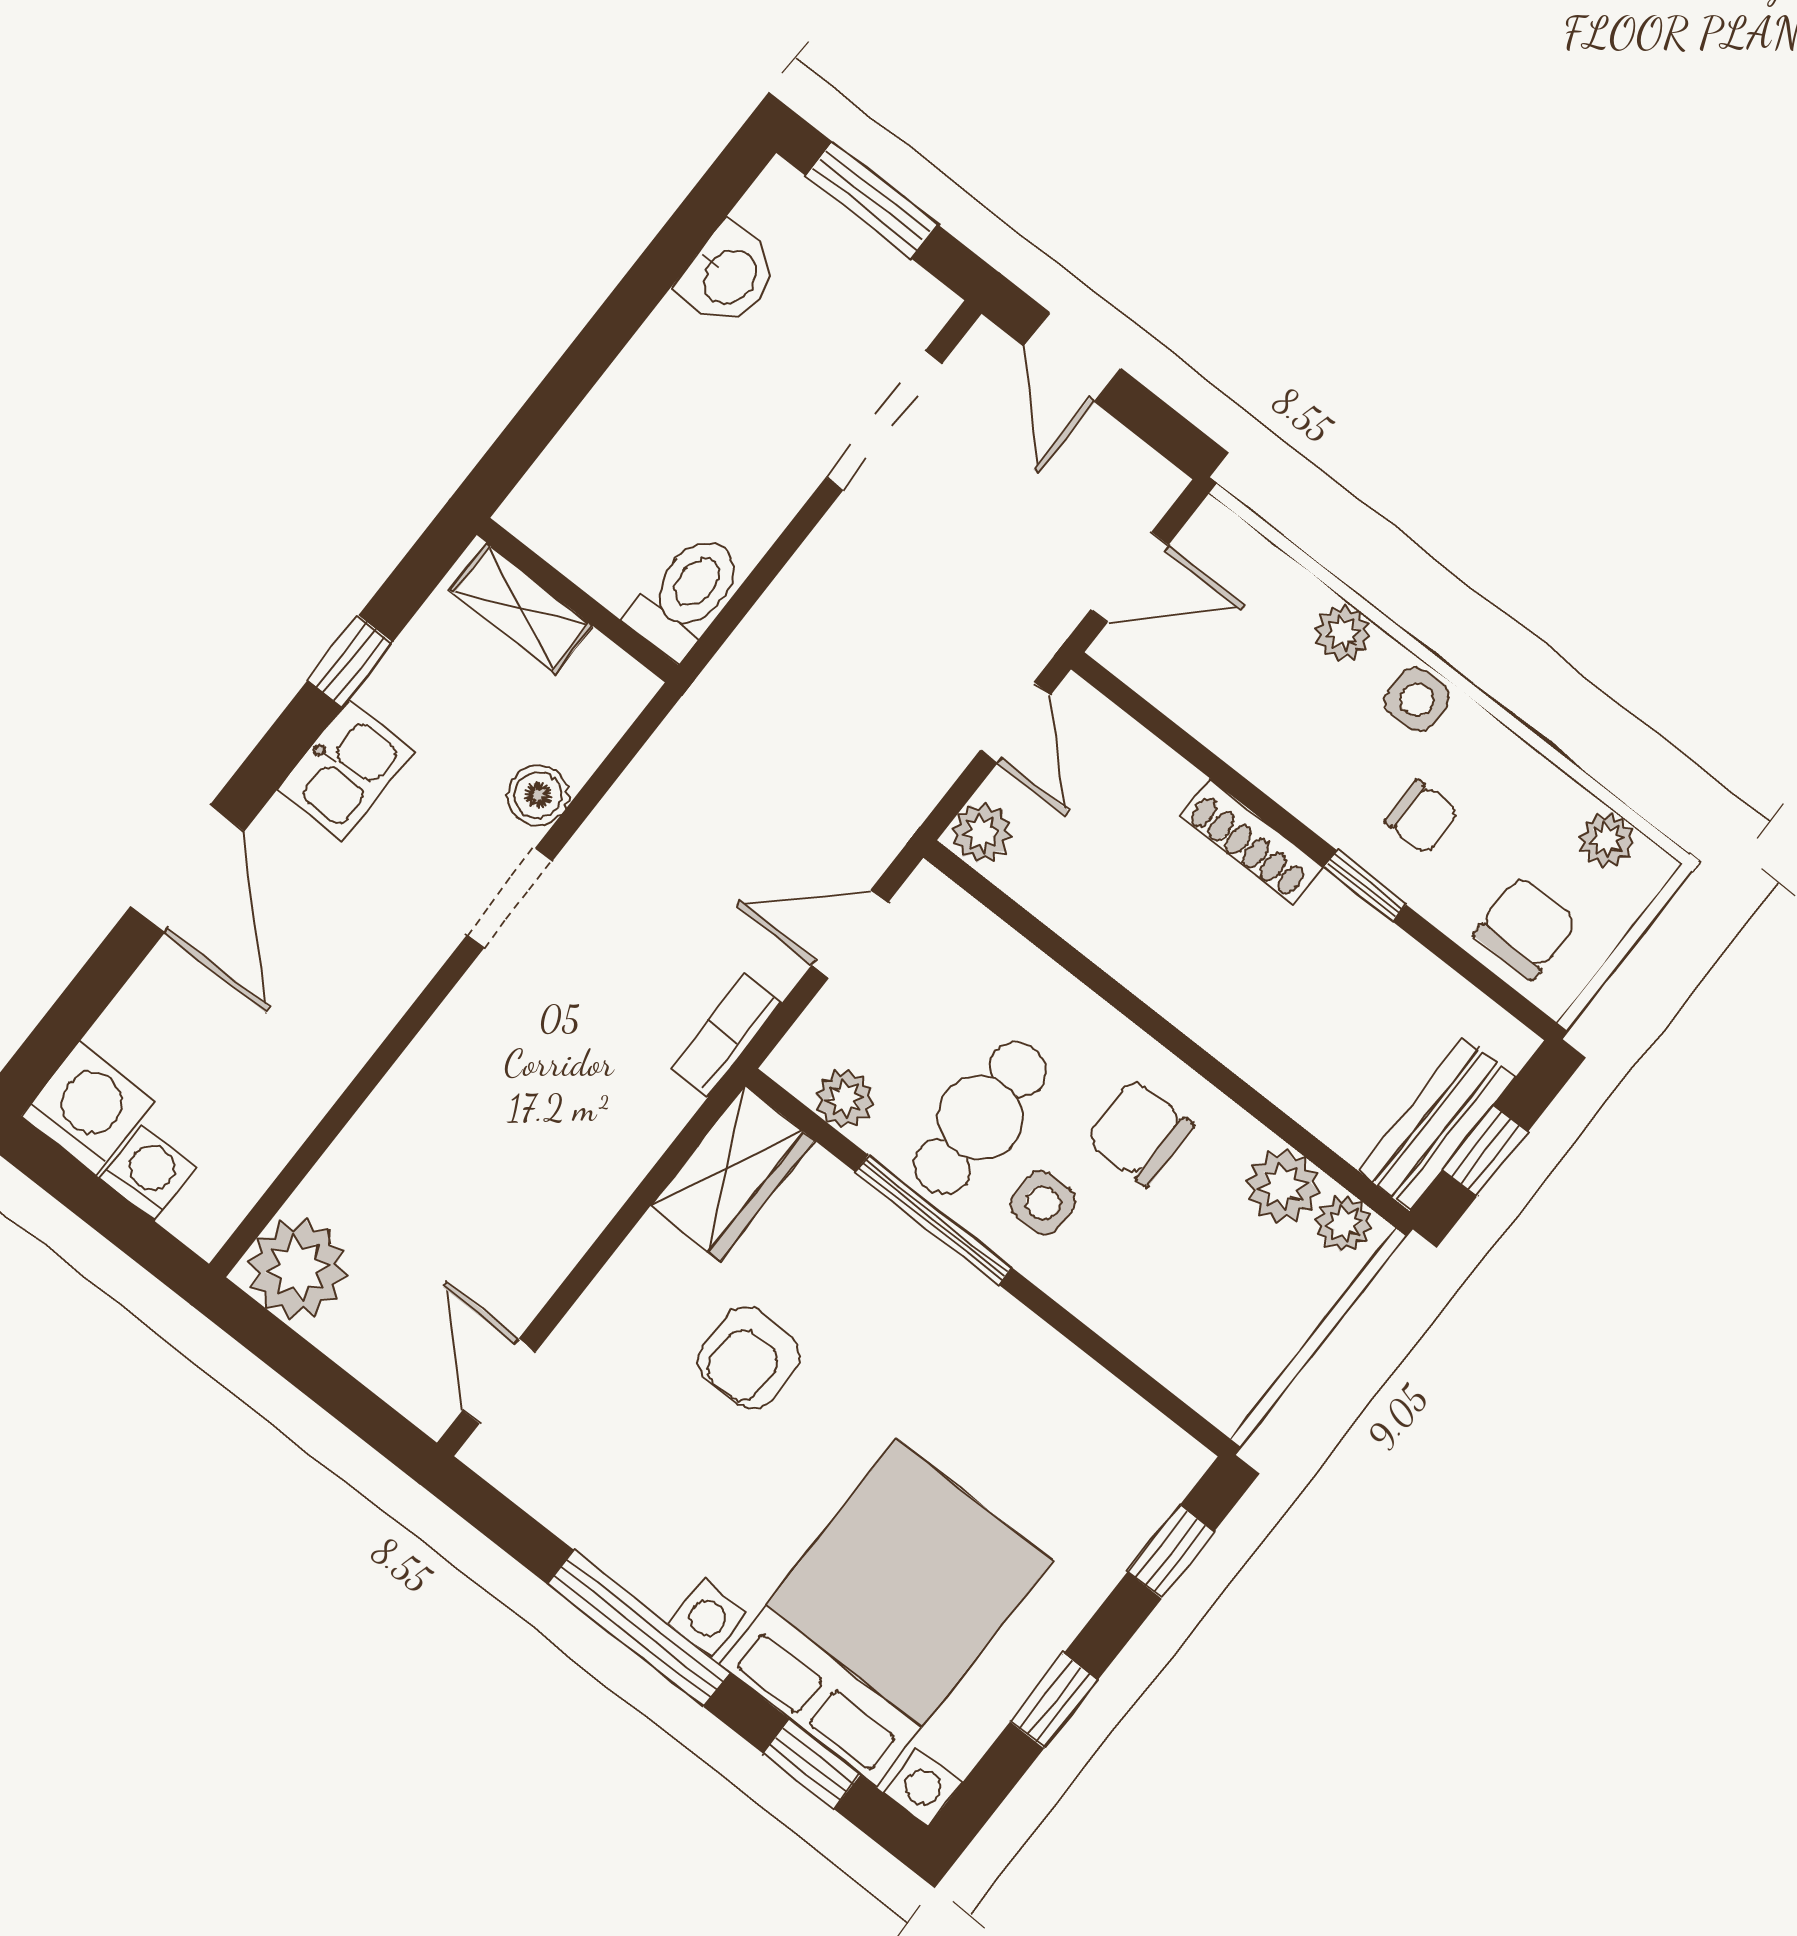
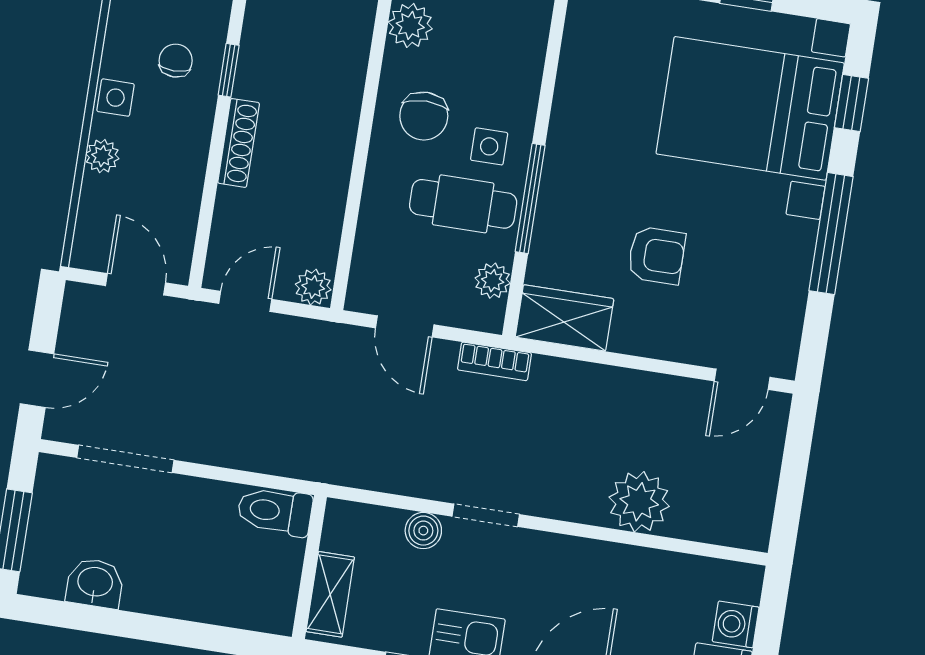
plant: (298, 1269) -> (639, 502), moved

